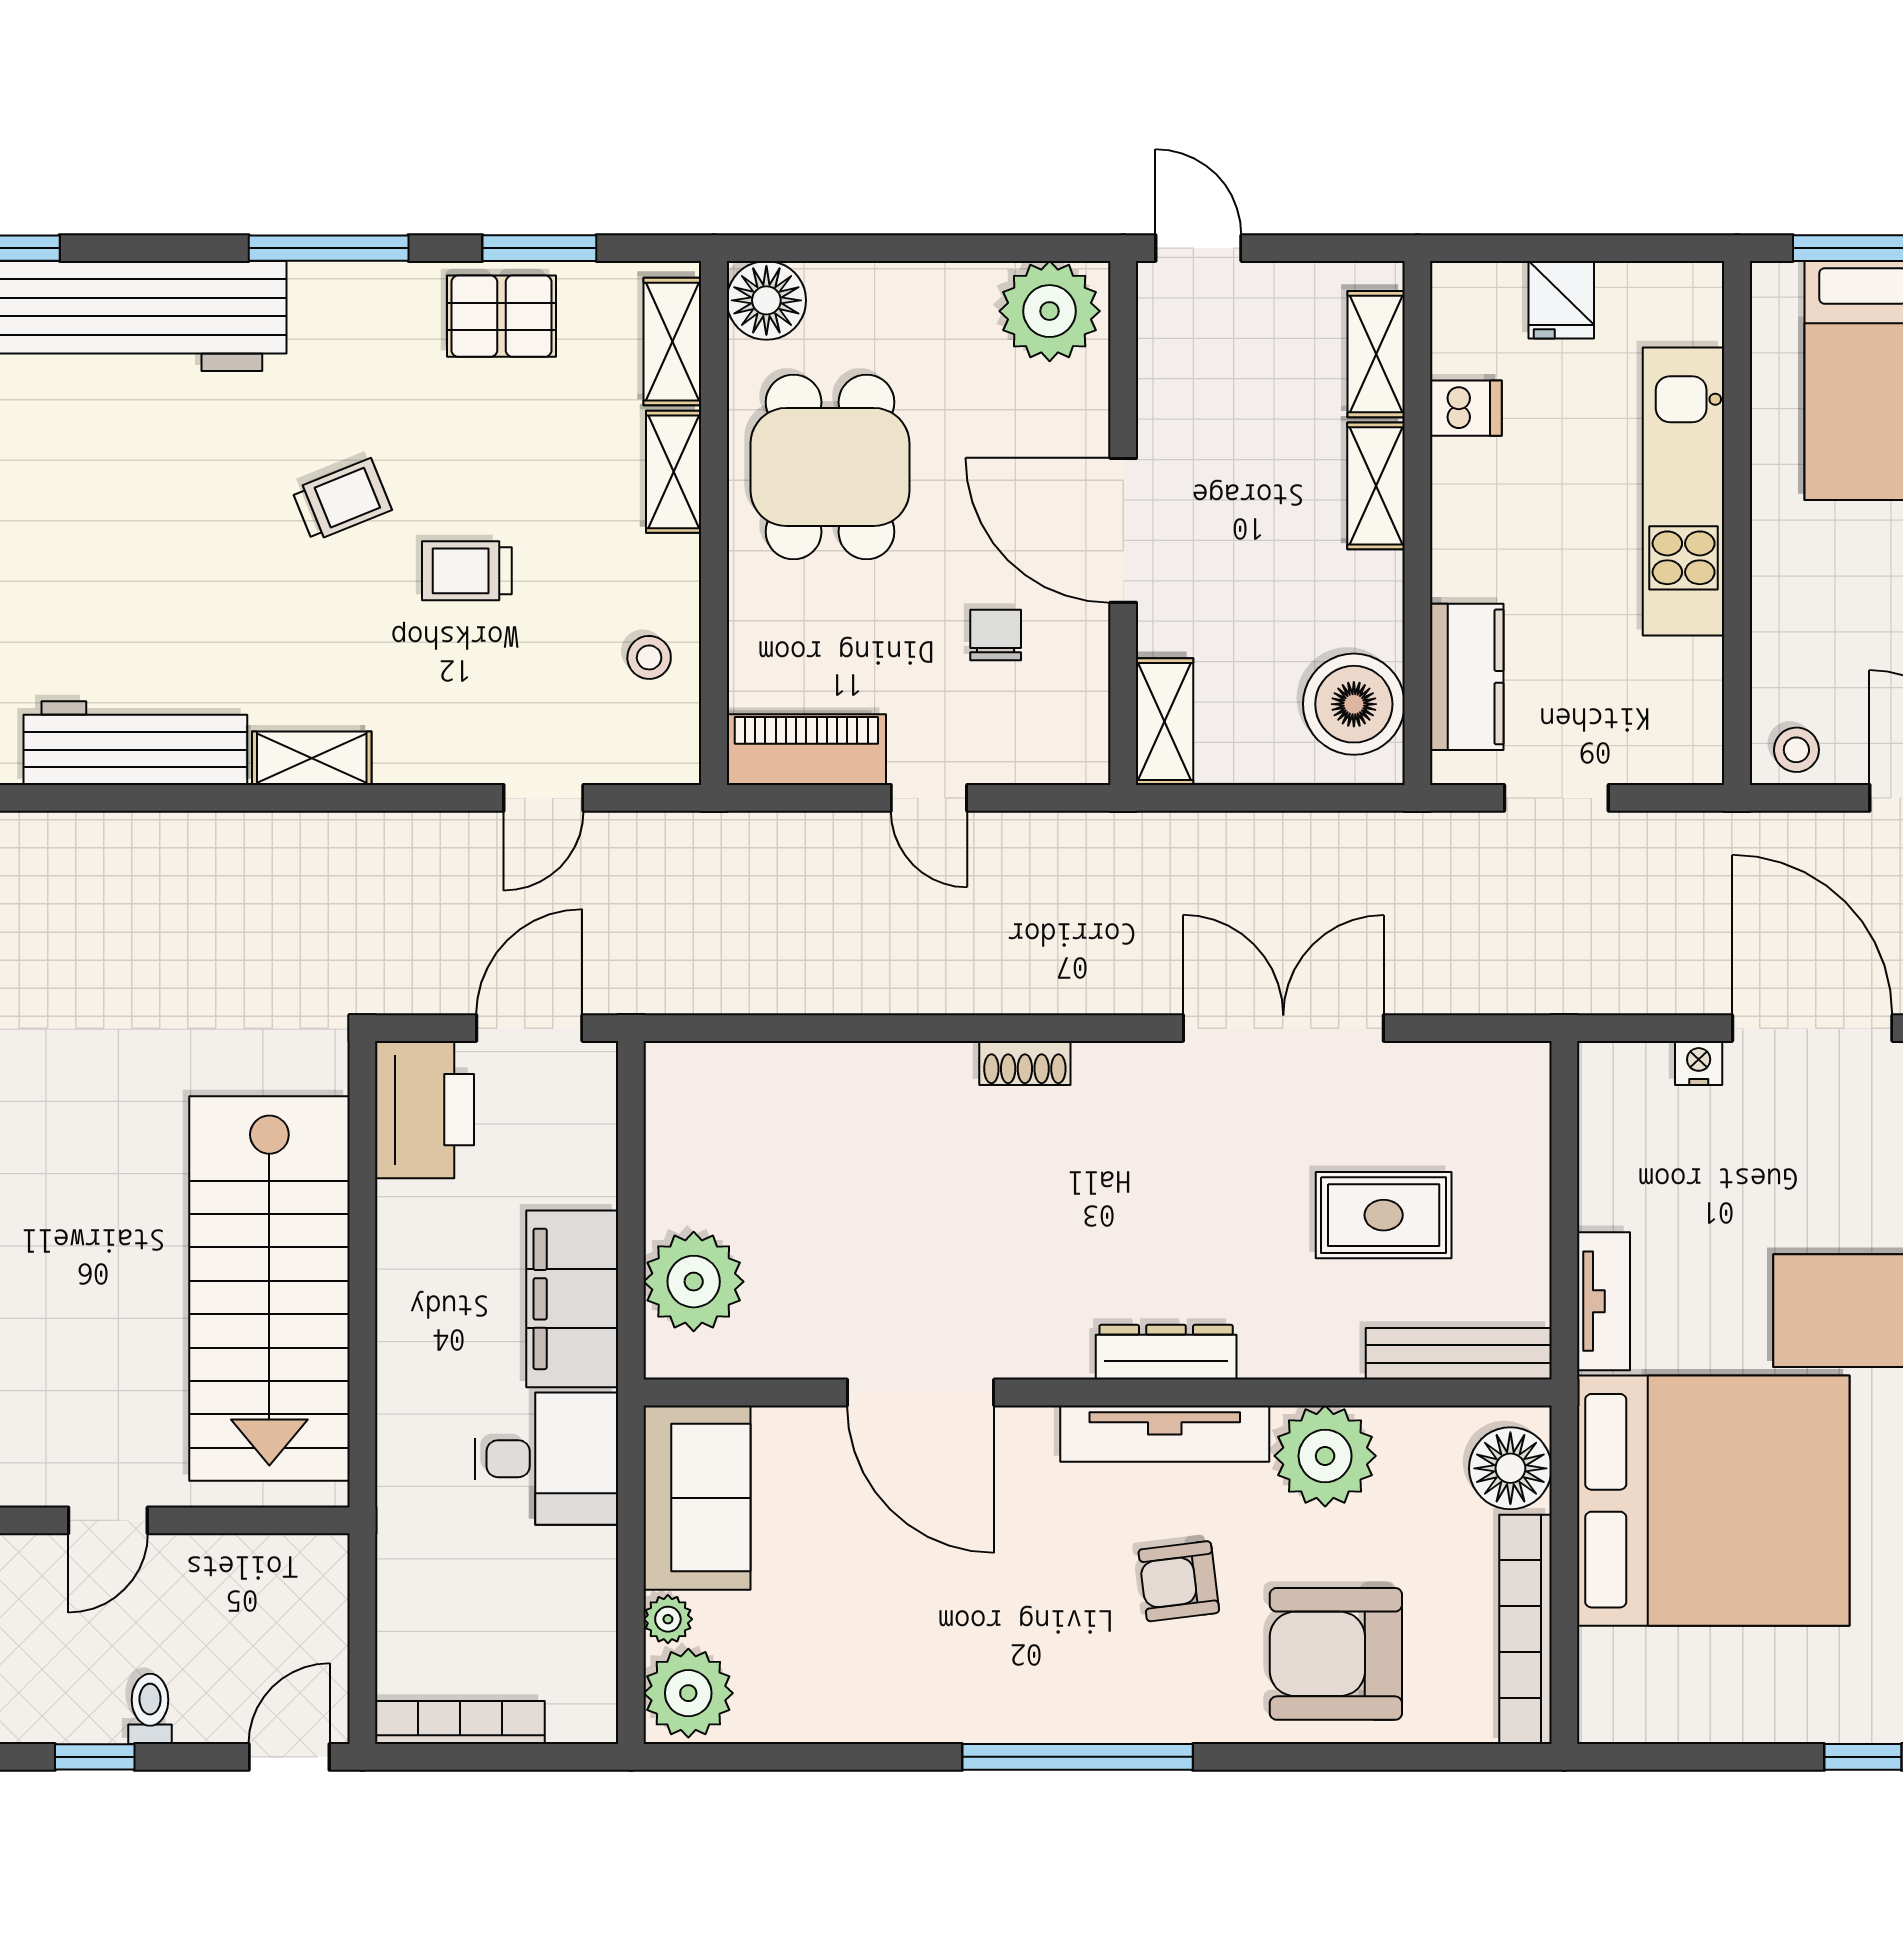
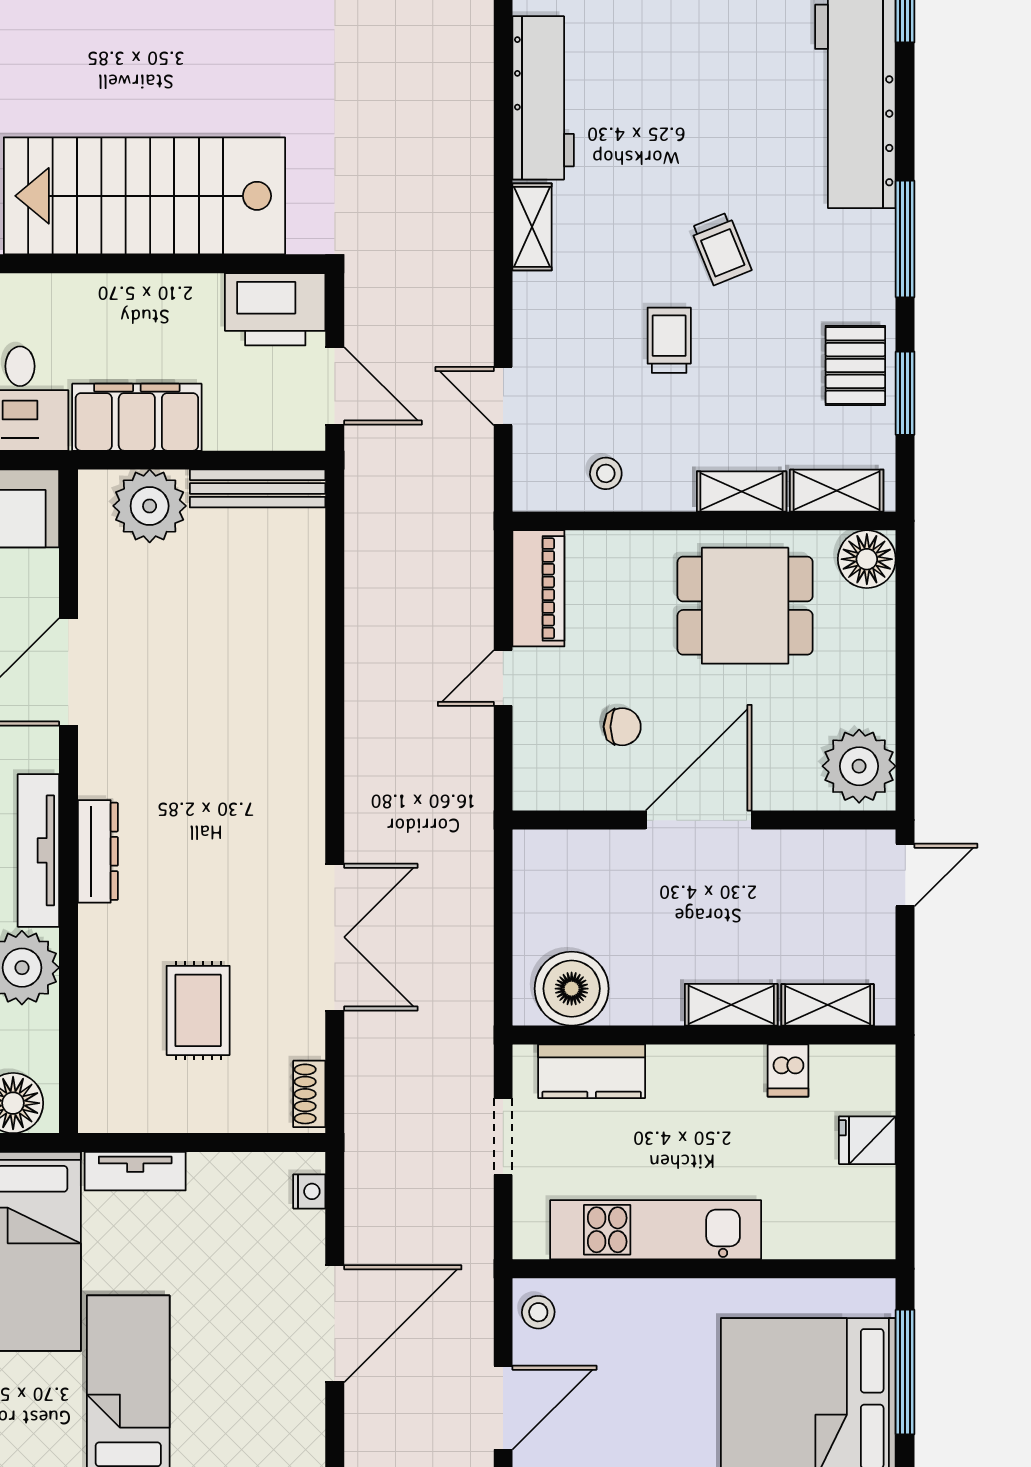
kitchen unit: (1684, 491) -> (656, 1230), moved
shelving: (1165, 722) -> (559, 850), removed
shoe rack: (1025, 1063) -> (309, 1094), moved
nightstand: (1699, 1063) -> (309, 1191), moved
bench: (1459, 1354) -> (258, 488), moved, turned 90

